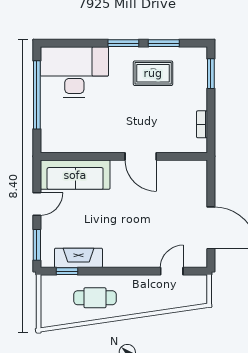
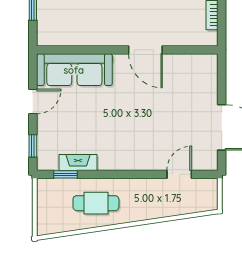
window: (37, 245) -> (33, 146), width x0.67
fireplace: (78, 258) -> (78, 163), width x0.73, depth x0.76

